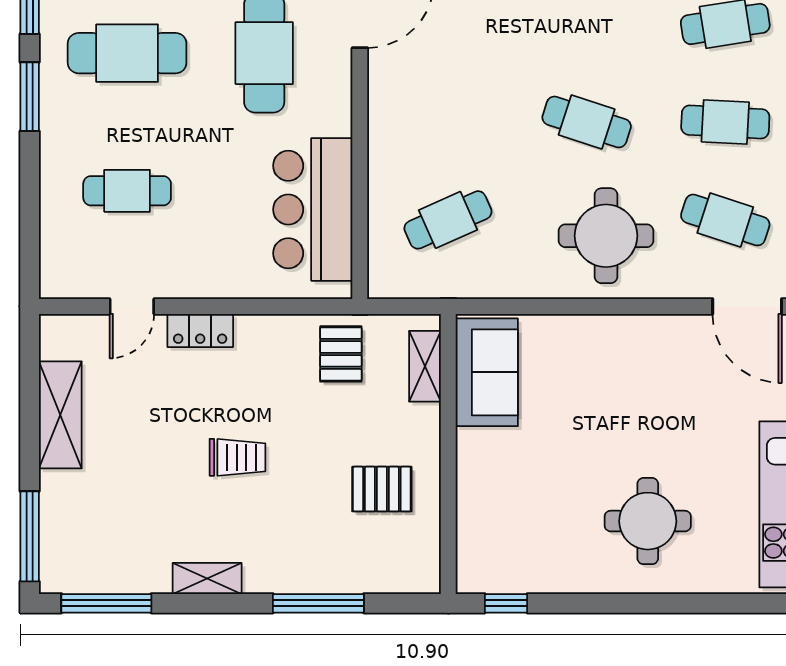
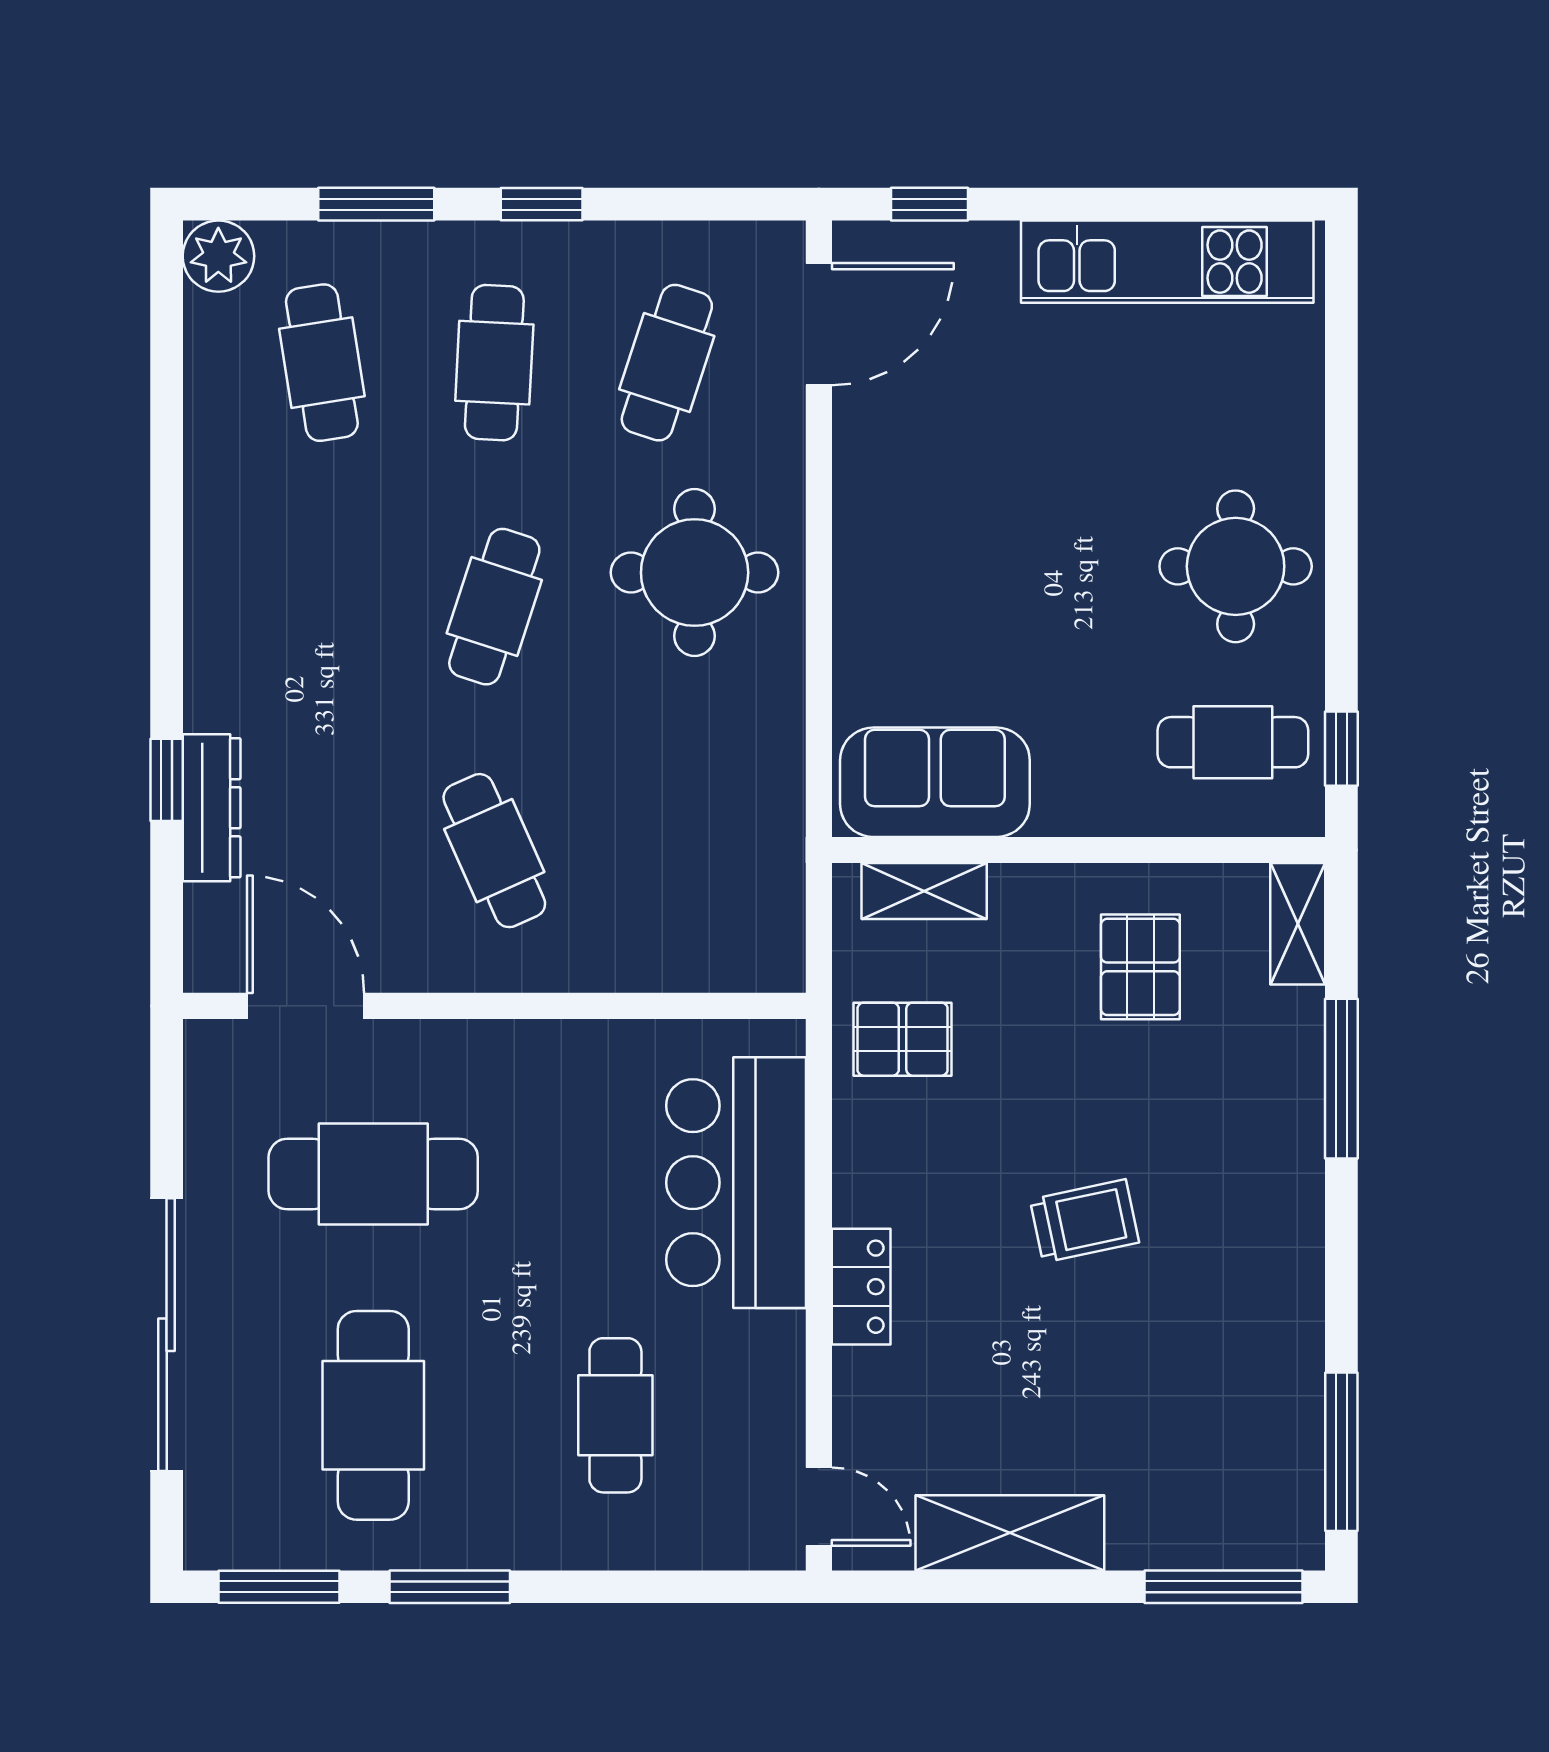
bar counter: (313, 209) -> (736, 1183), moved, turned 90
cafe table: (448, 220) -> (494, 851), moved
door: (132, 306) -> (819, 1507), moved
trolley: (237, 457) -> (1084, 1221), turned 78
round table: (648, 521) -> (1236, 566), moved
cafe table: (510, 542) -> (1233, 742), added
shelving: (207, 579) -> (1298, 924), moved

